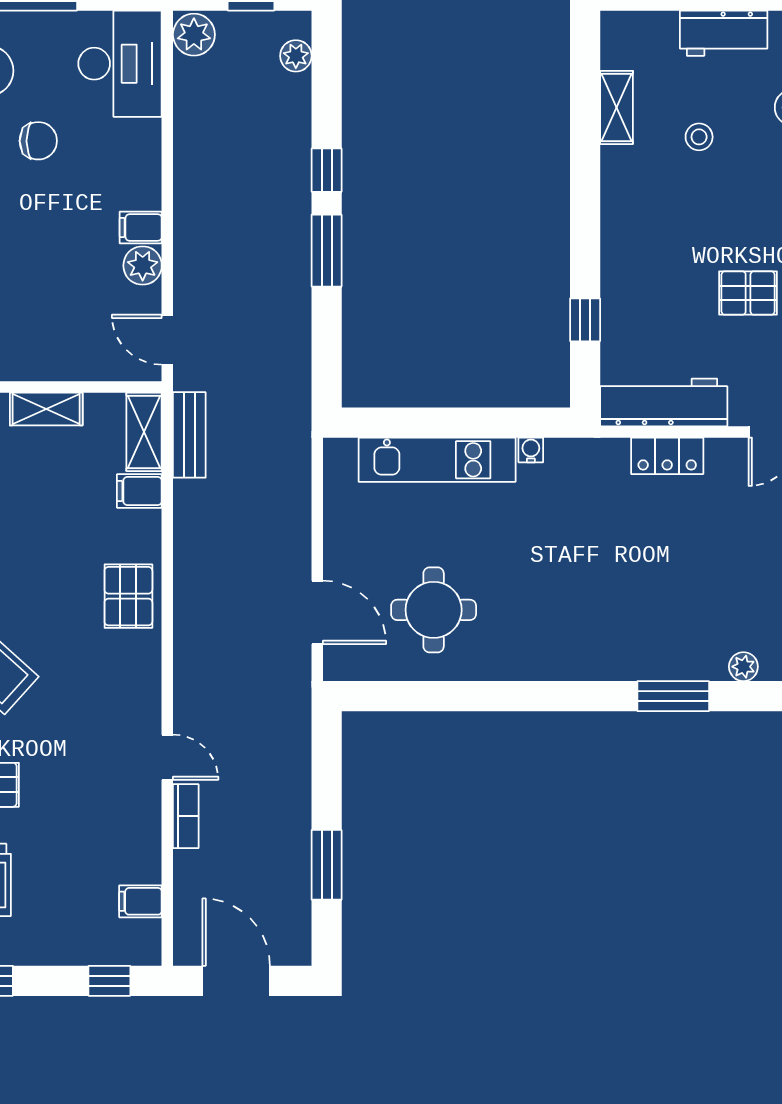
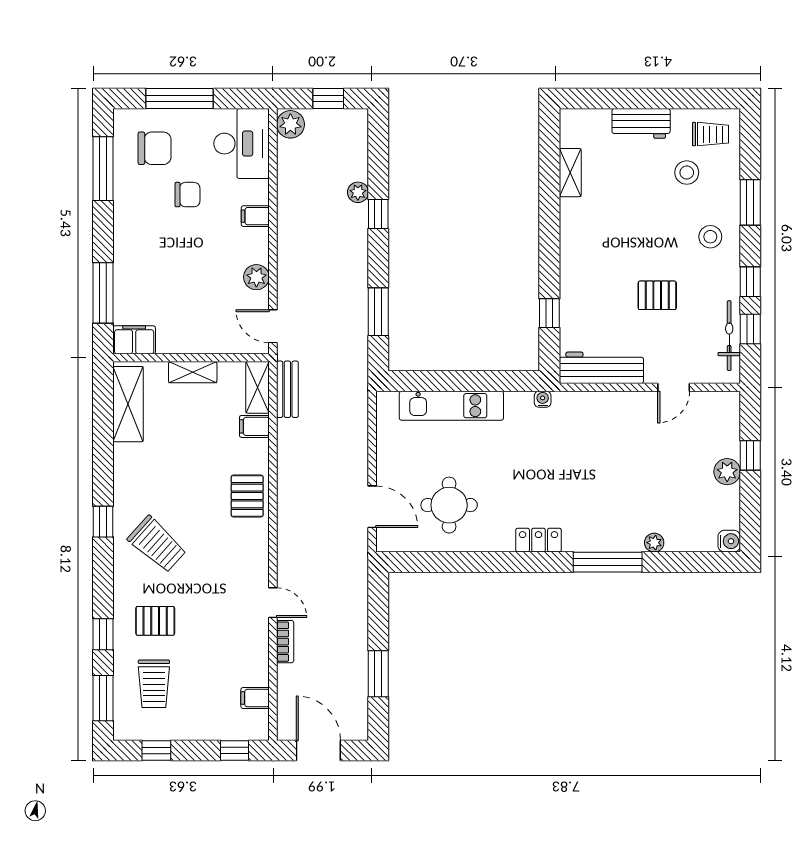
plant: (296, 56) -> (358, 192), moved
stool: (699, 137) -> (625, 192), removed
filing cabinet: (141, 228) -> (255, 216), moved
window: (327, 251) -> (378, 312), moved
water cooler: (531, 450) -> (543, 399), moved
locker: (667, 456) -> (538, 540), moved, turned 180
window: (673, 696) -> (608, 562), width x1.44

